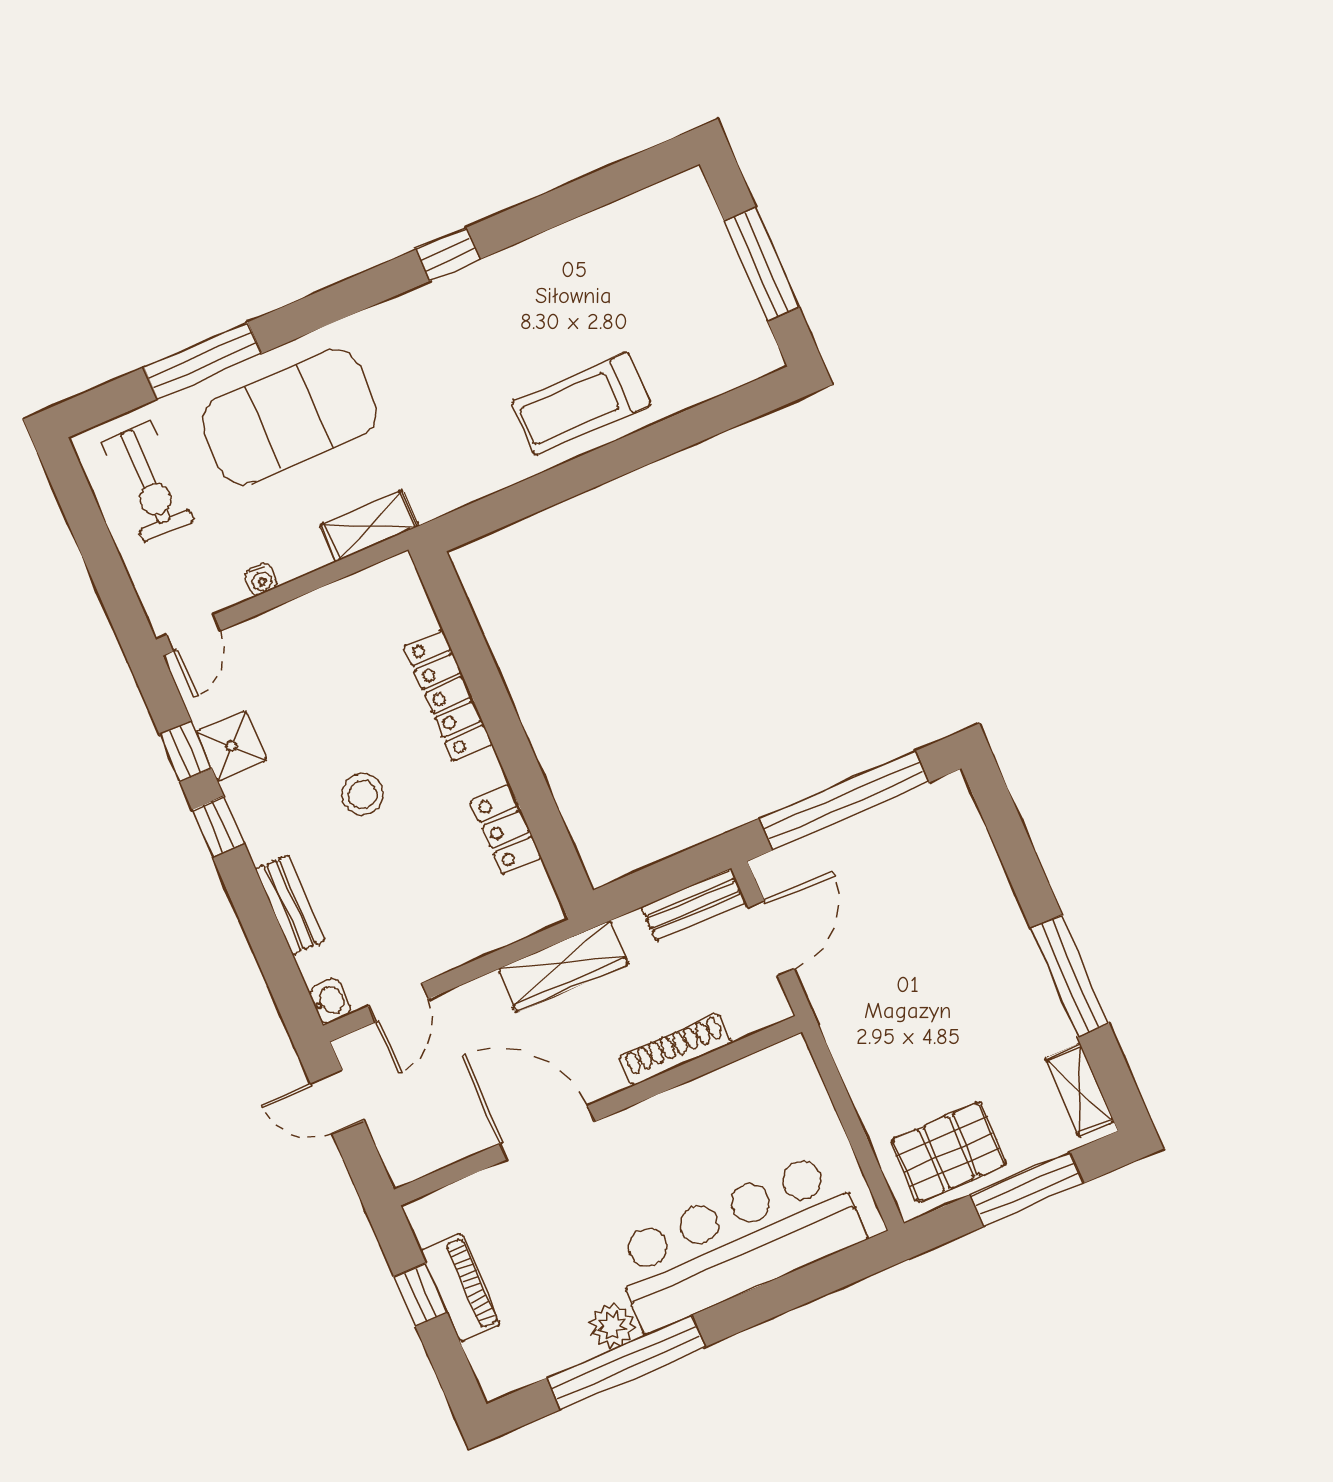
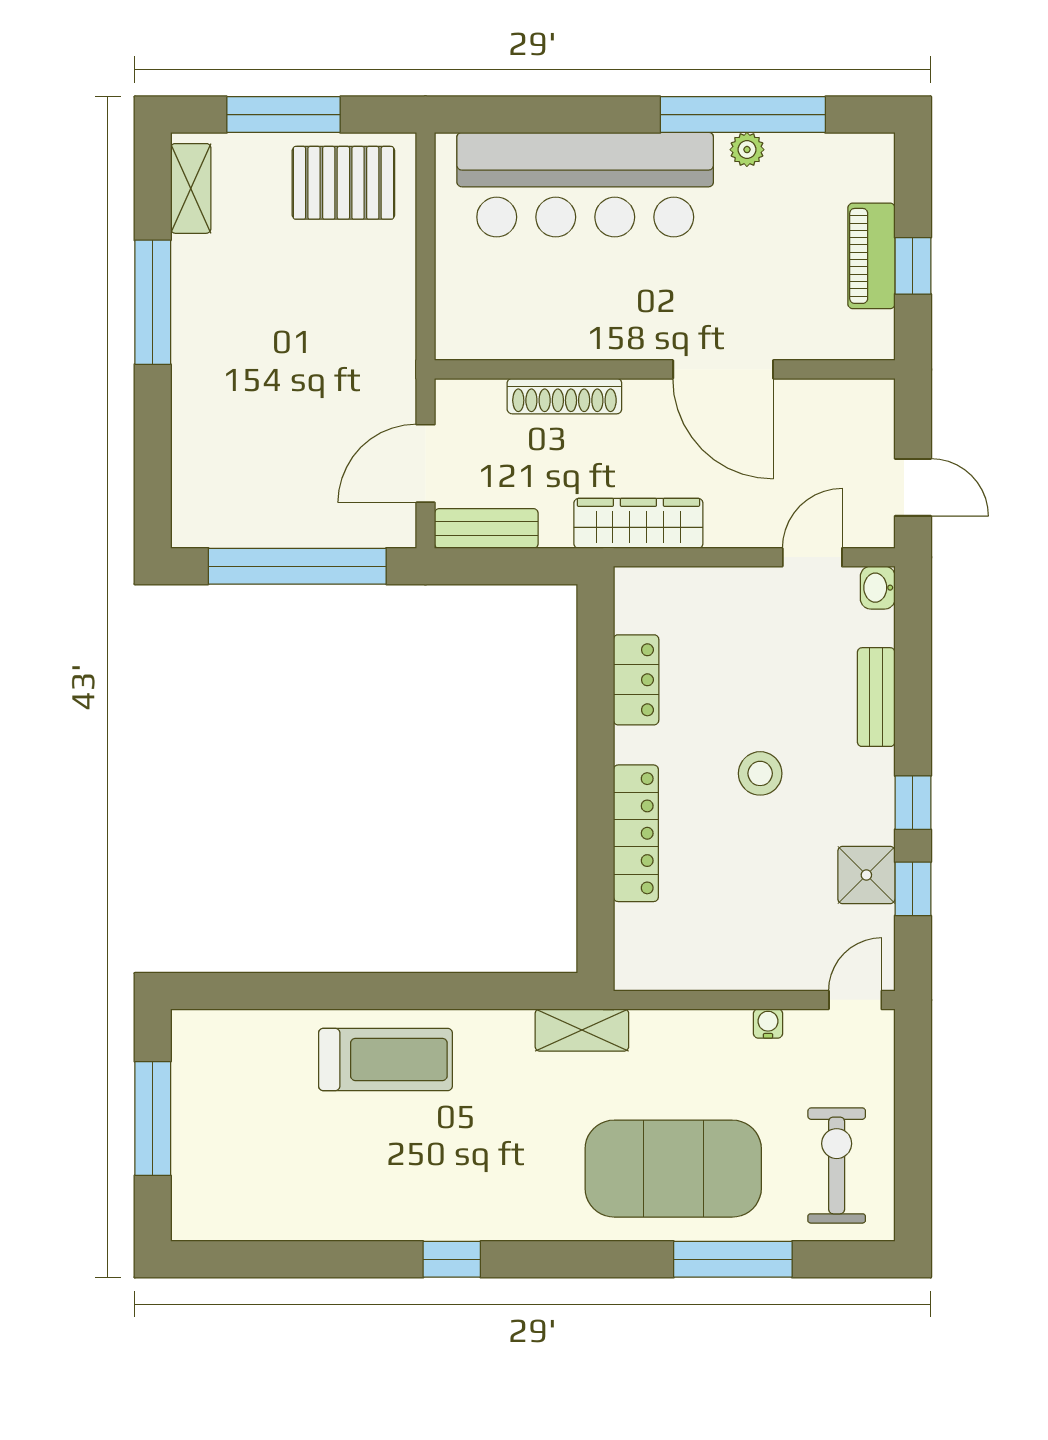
shelving: (369, 526) -> (582, 1030), moved
plant: (612, 1325) -> (747, 150), width x0.73, depth x0.73

